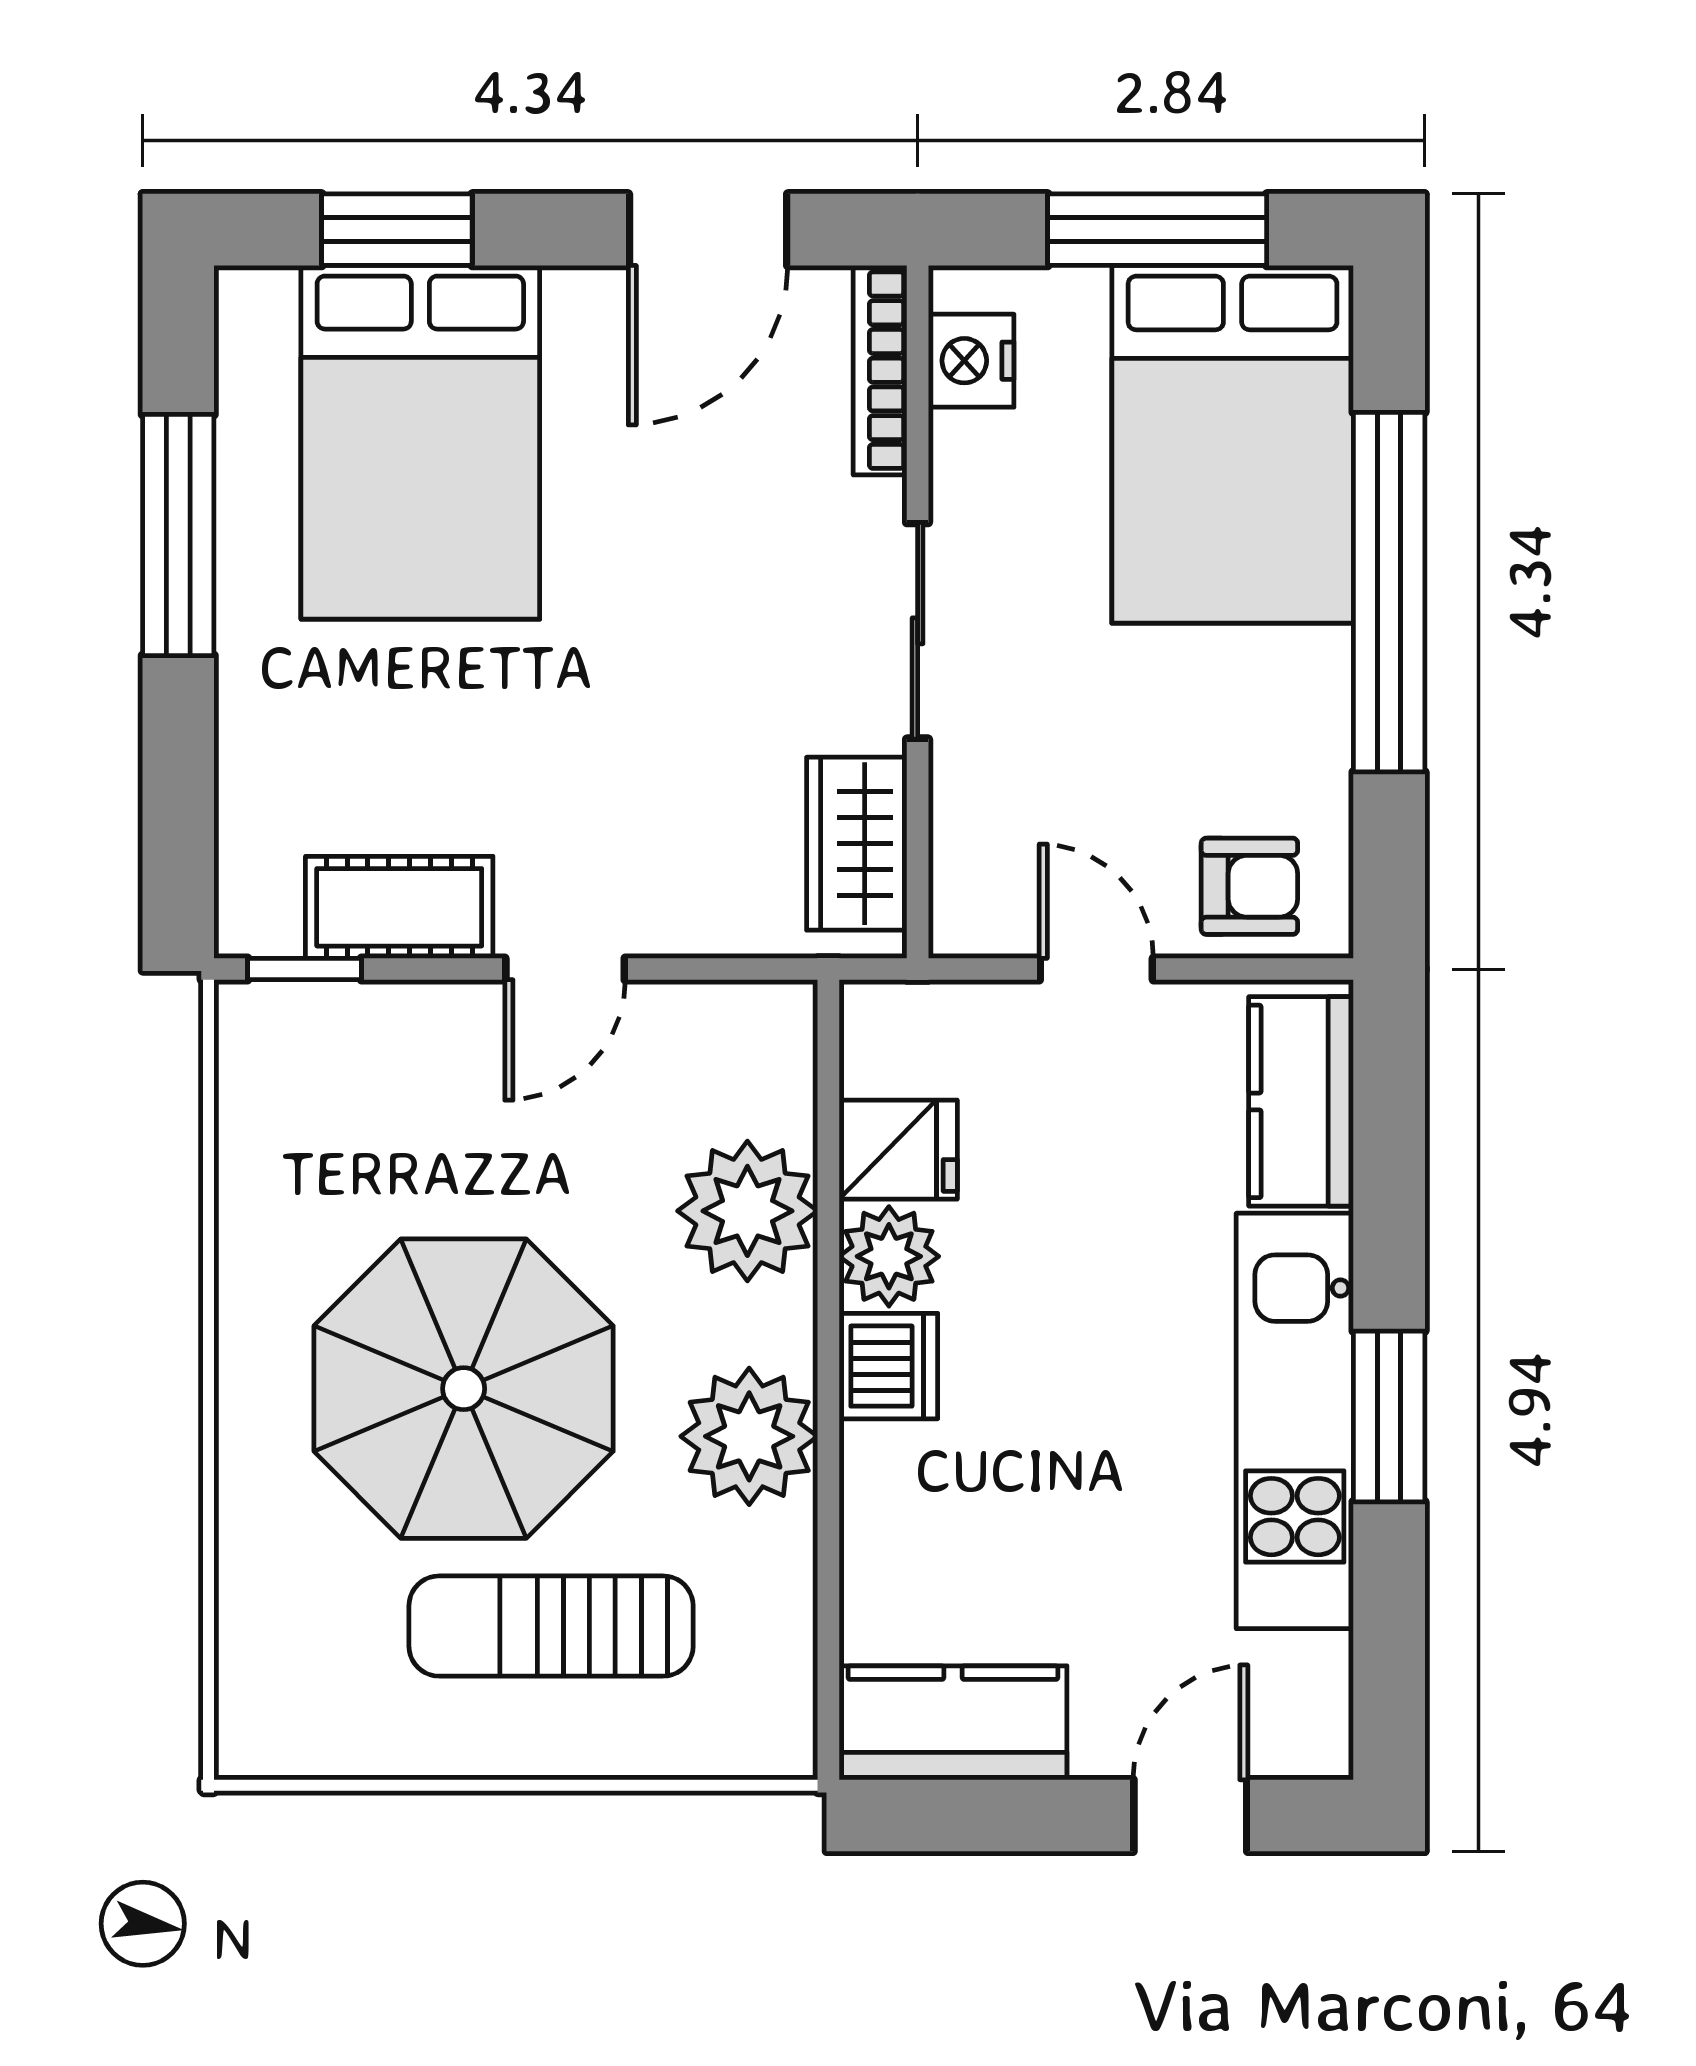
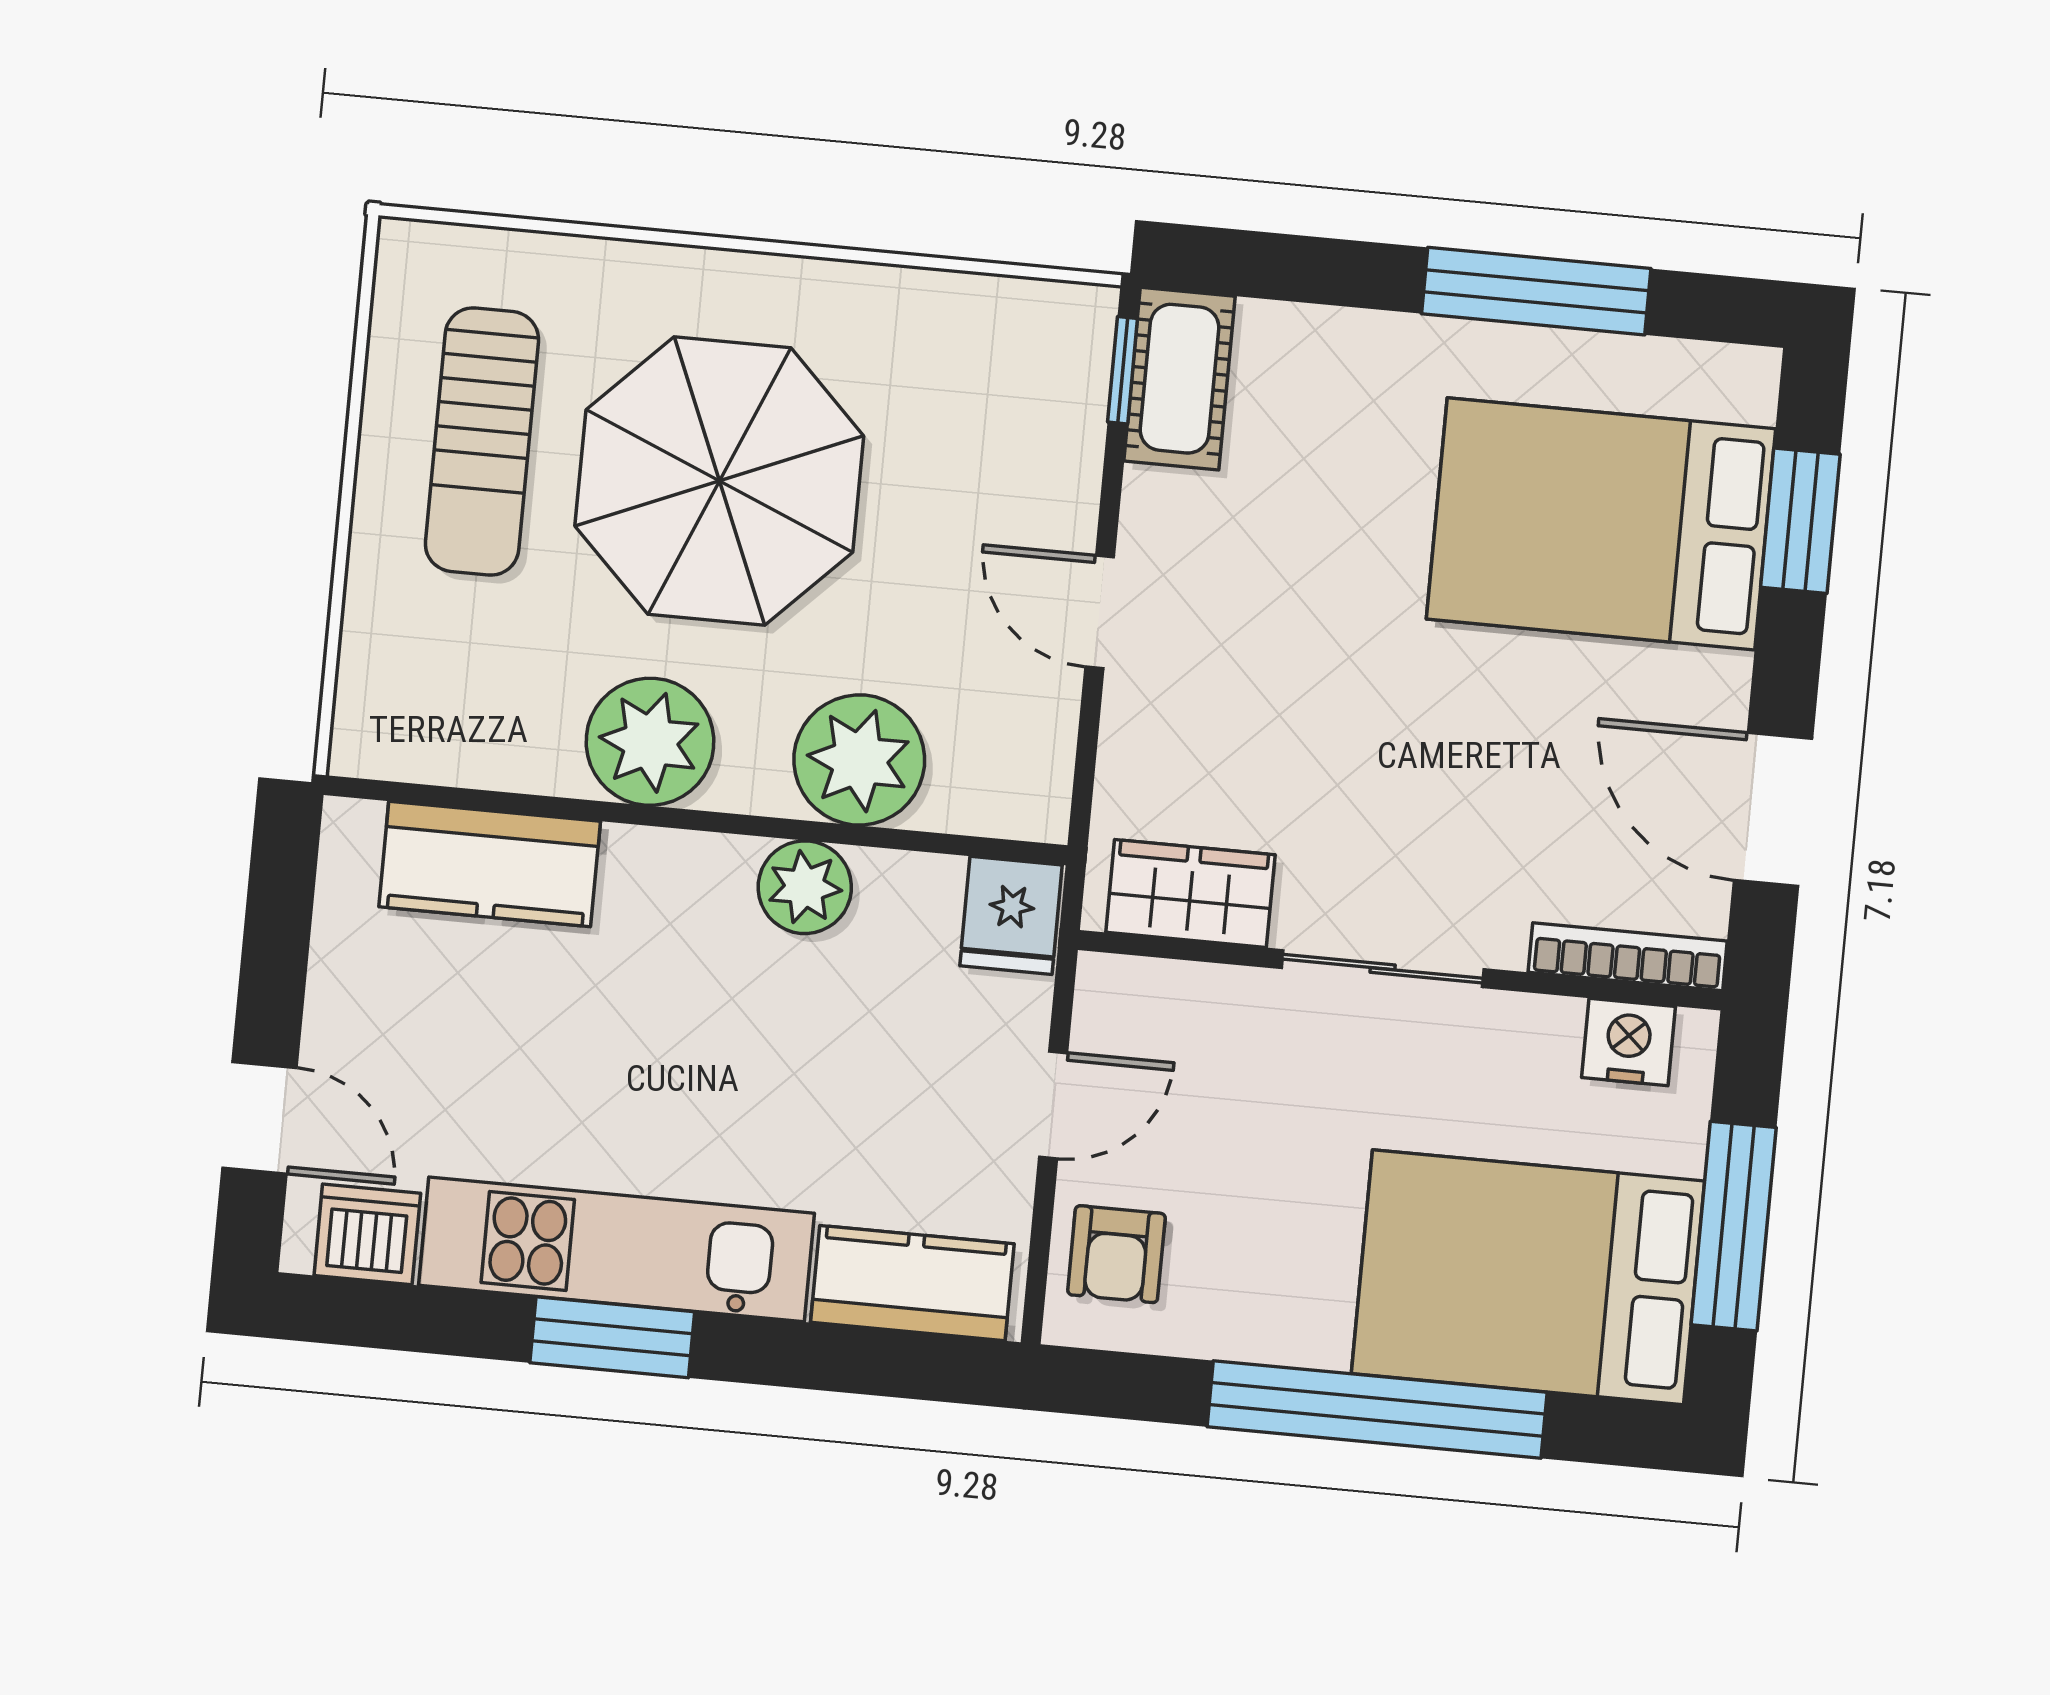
cot: (399, 907) -> (1180, 379), moved
fridge: (898, 1150) -> (1011, 915), moved
dishwasher: (888, 1366) -> (367, 1234), moved, turned 180
sun lounger: (551, 1626) -> (482, 442), moved, turned 180
kitchen counter: (953, 1723) -> (490, 864), moved, turned 90

